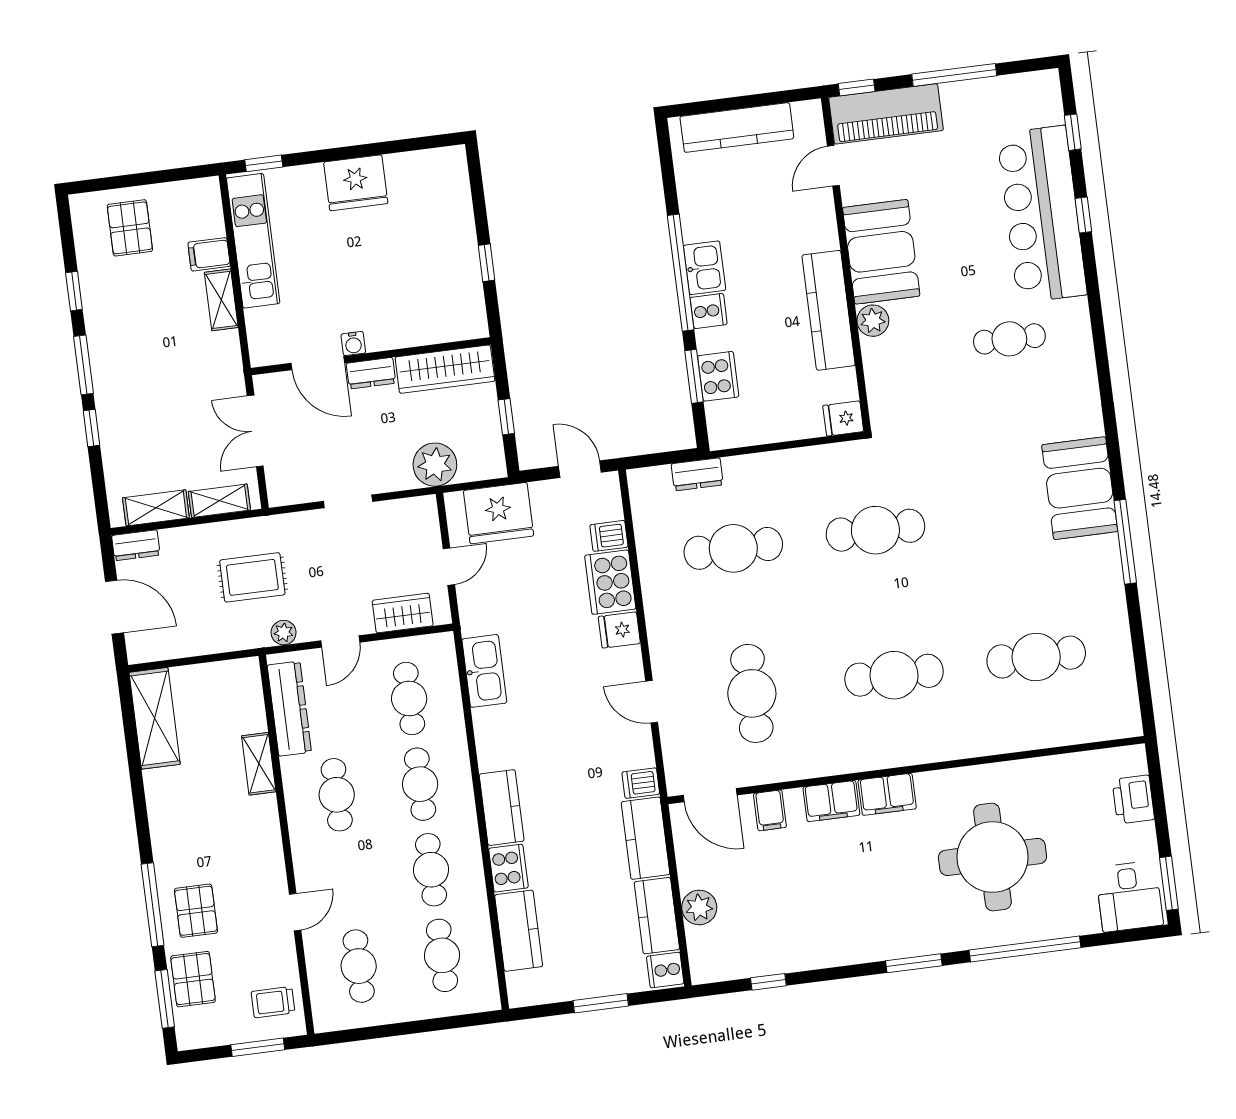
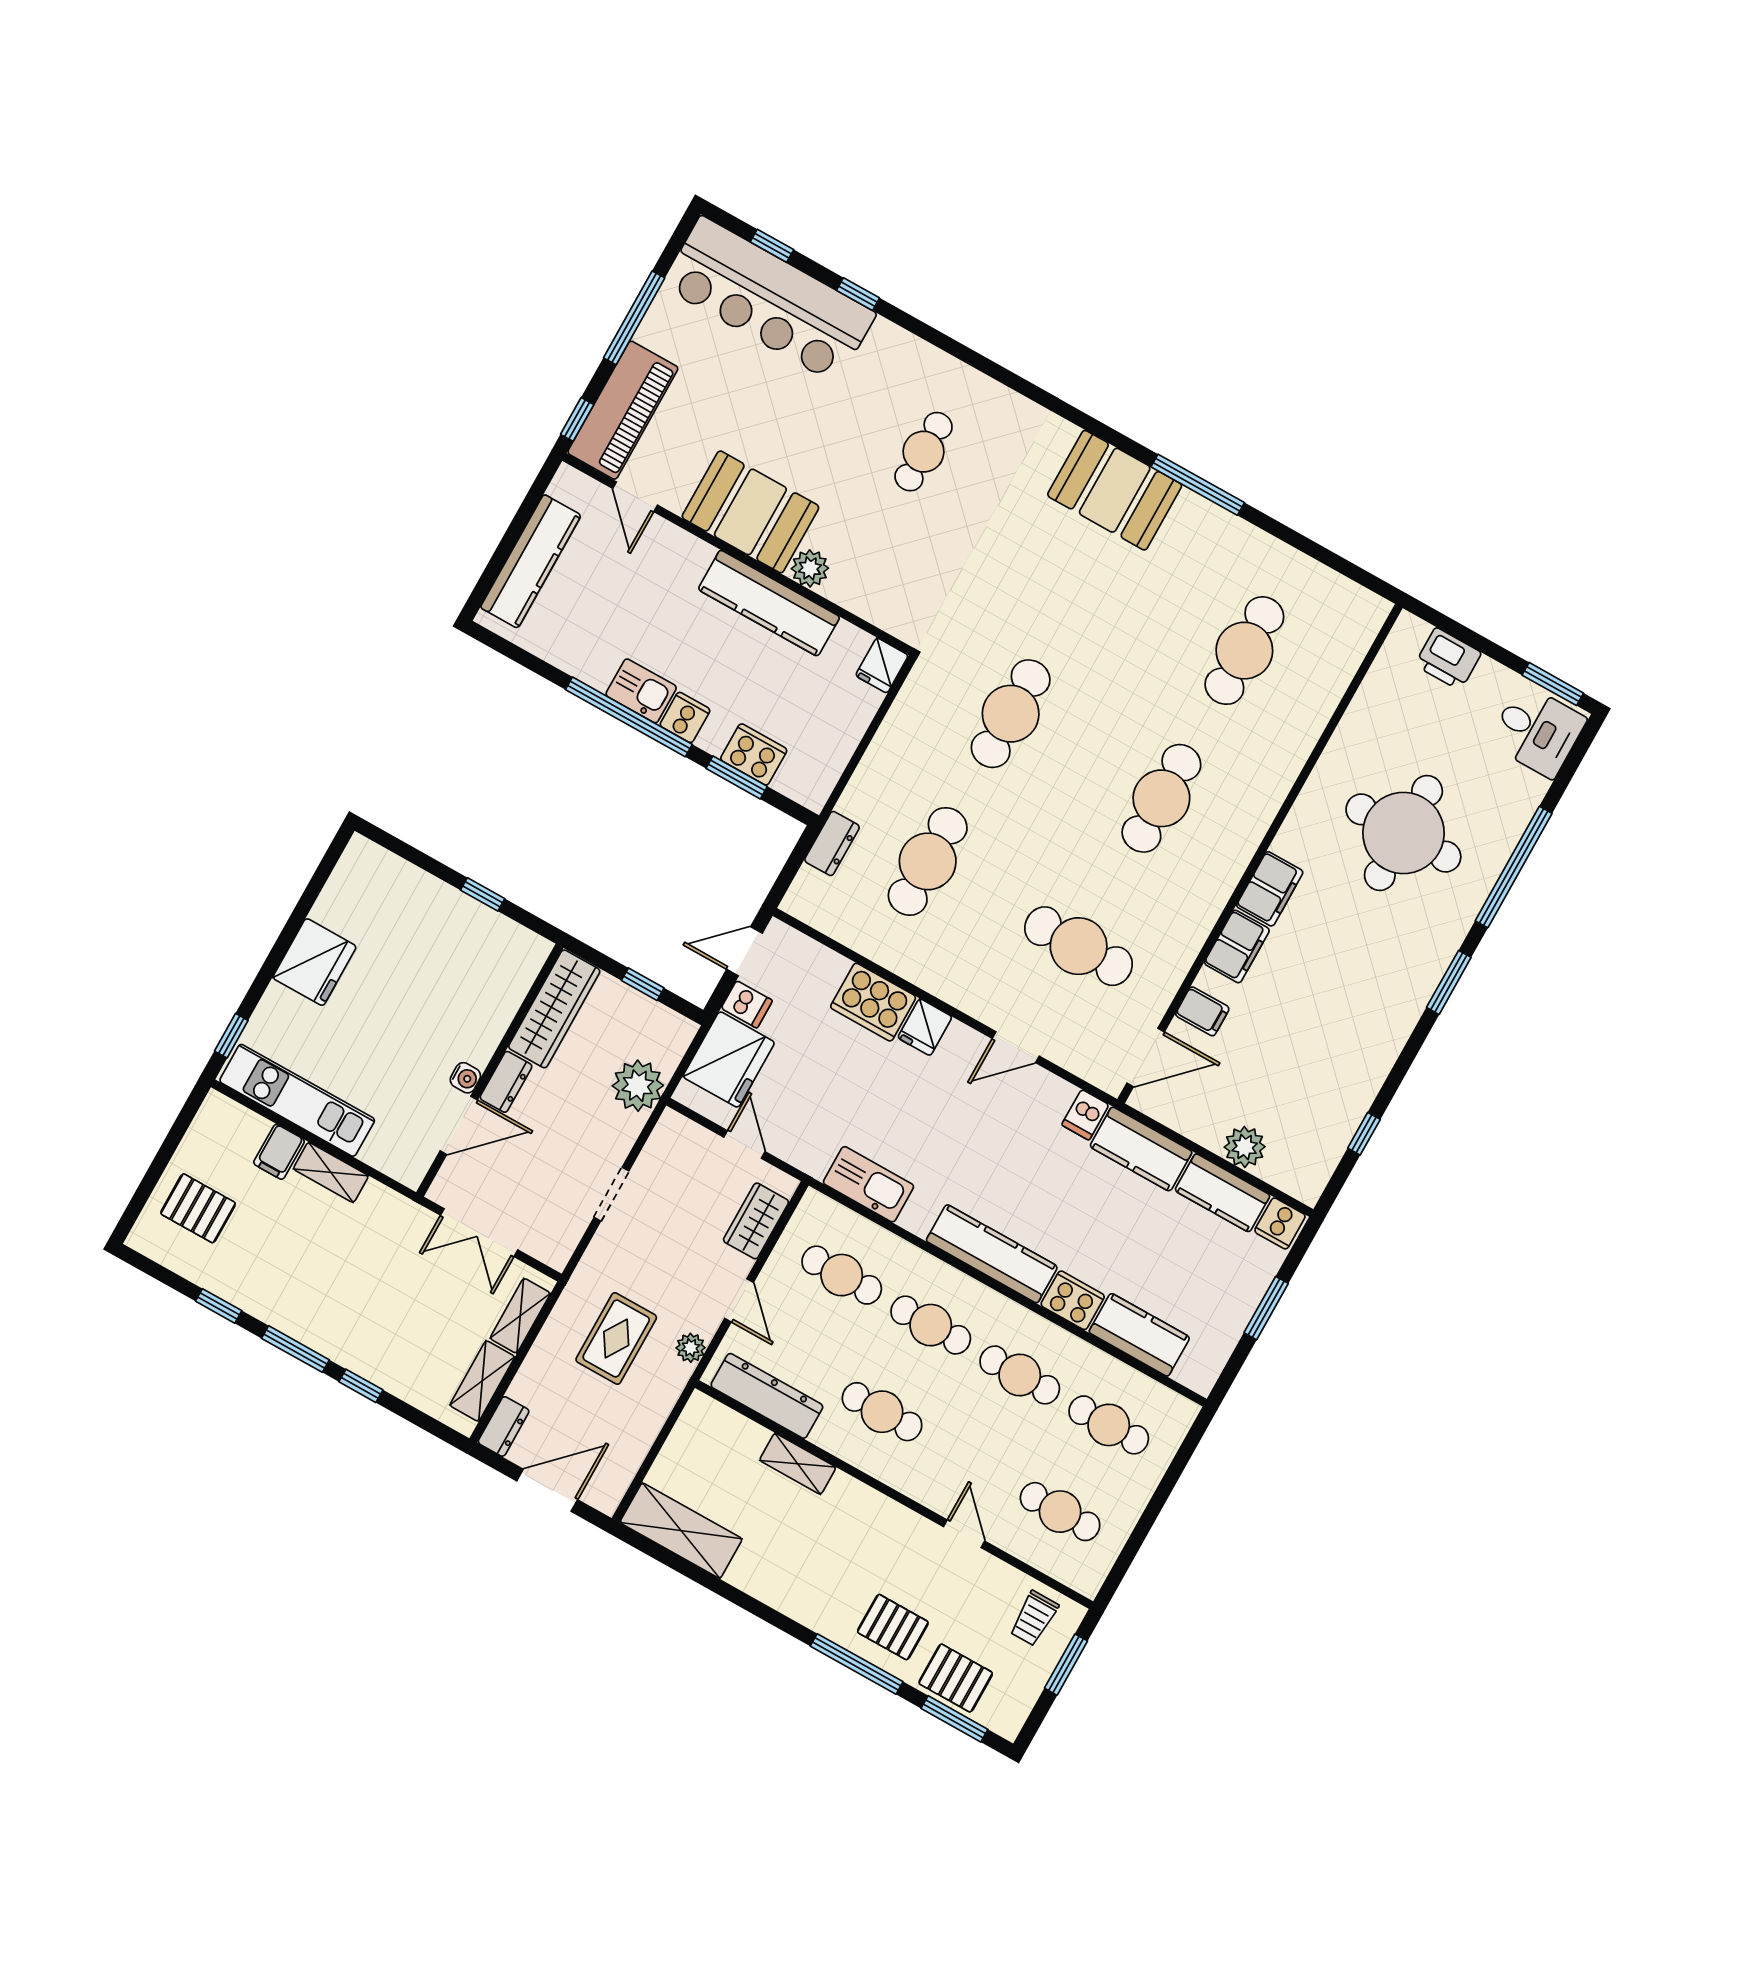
bar counter: (1042, 214) -> (769, 300), moved
dishwasher: (609, 536) -> (747, 1004), moved, turned -90
kitchen counter: (502, 808) -> (992, 1254), width x1.50

